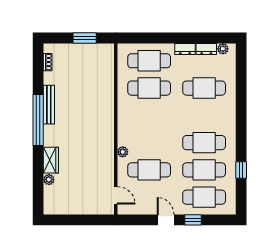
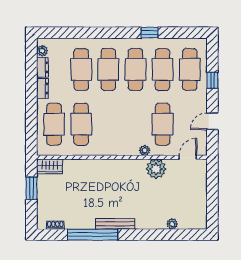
bench: (49, 105) -> (115, 224), moved
cafe table: (204, 115) -> (108, 70), added
window: (38, 120) -> (93, 235), moved
wardrobe: (51, 160) -> (50, 166), moved, turned 180
plant: (104, 163) -> (156, 169), added
window: (241, 170) -> (150, 33), moved
door: (166, 220) -> (212, 121), moved

